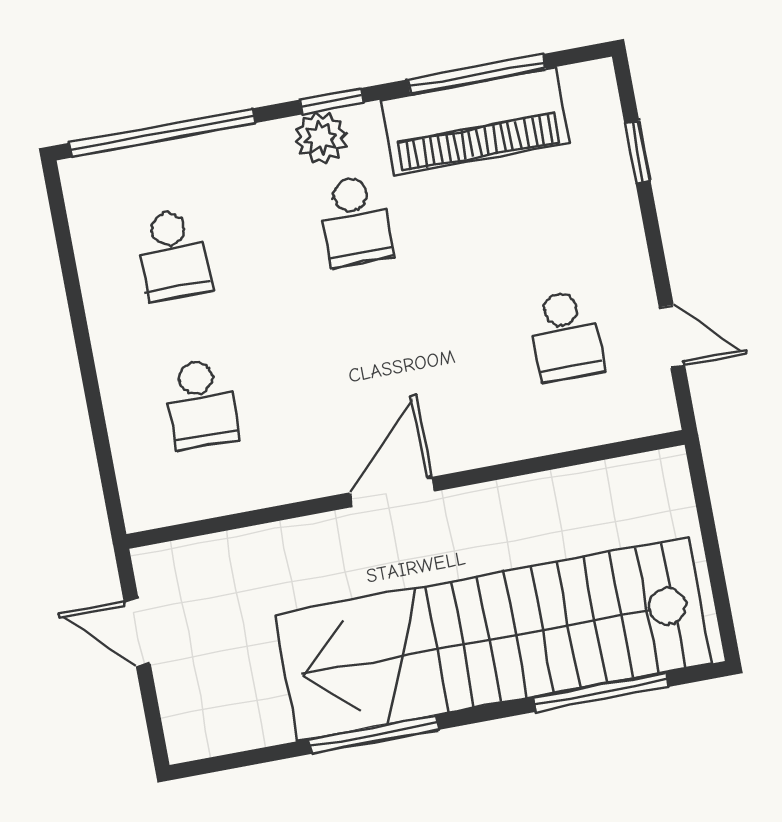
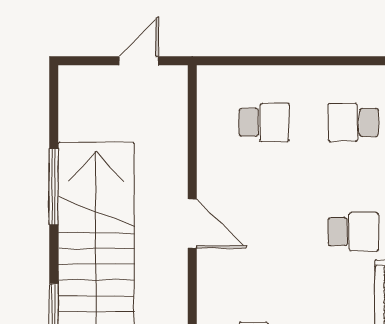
school desk: (355, 221) -> (353, 232), turned 180
school desk: (201, 404) -> (264, 122), turned 180

